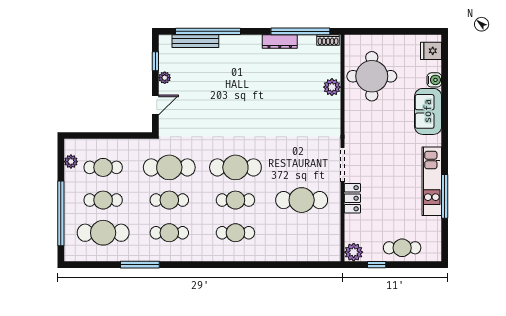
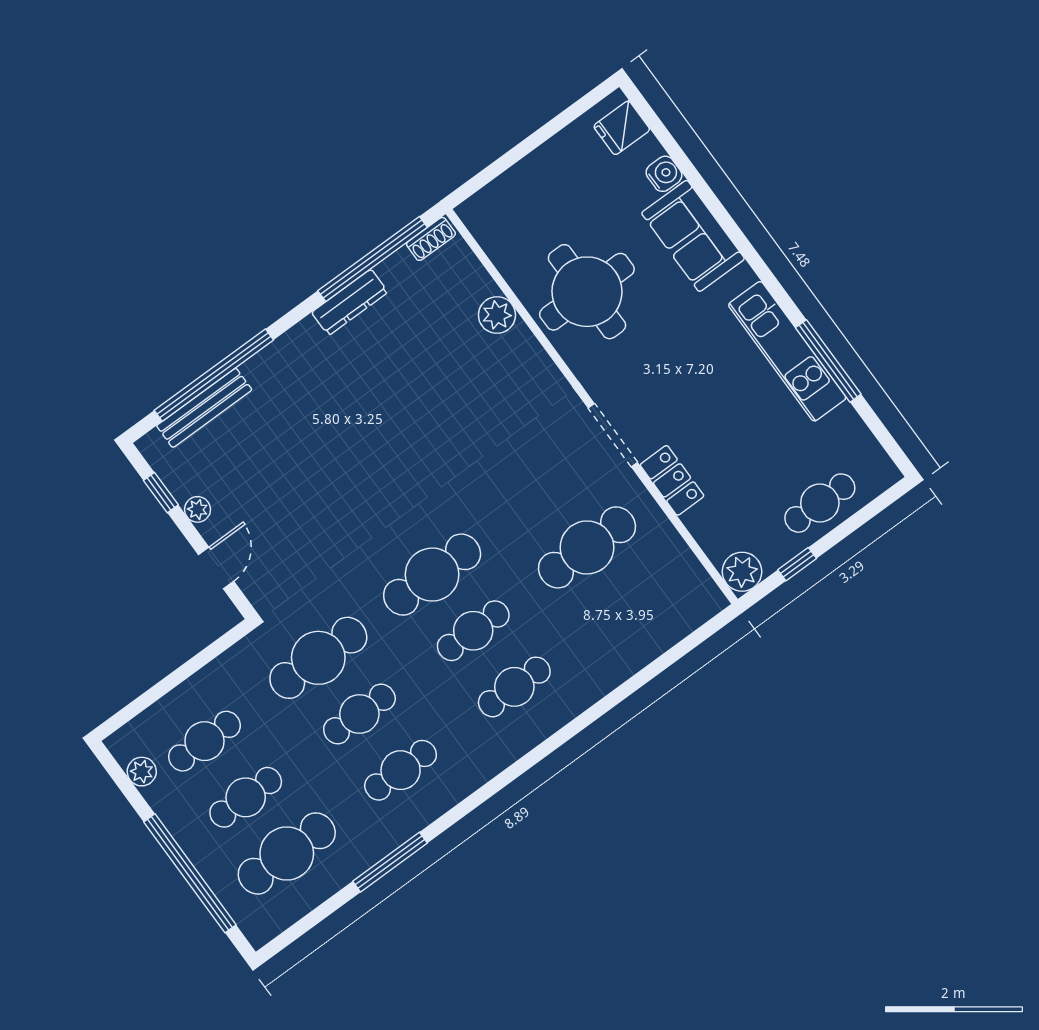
round table: (372, 76) -> (587, 292), moved

